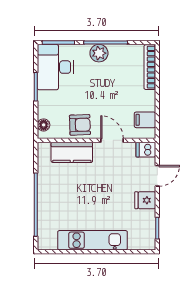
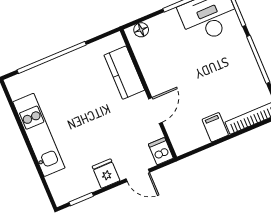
plant: (99, 53) -> (244, 57), removed
filing cabinet: (145, 120) -> (215, 127), moved
armchair: (80, 125) -> (158, 69), removed

